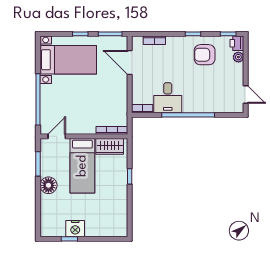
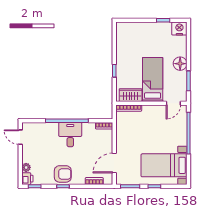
armchair: (205, 55) -> (63, 174), moved
door: (130, 63) -> (114, 163), swing flipped
desk: (168, 98) -> (70, 135), moved
nightstand: (75, 229) -> (179, 29), moved

